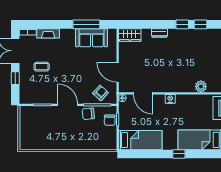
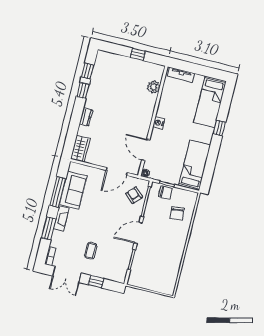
window: (52, 24) -> (49, 228), added
fireplace: (48, 33) -> (61, 219), moved
door: (143, 93) -> (146, 150), swing flipped
chair: (88, 114) -> (177, 213), moved

